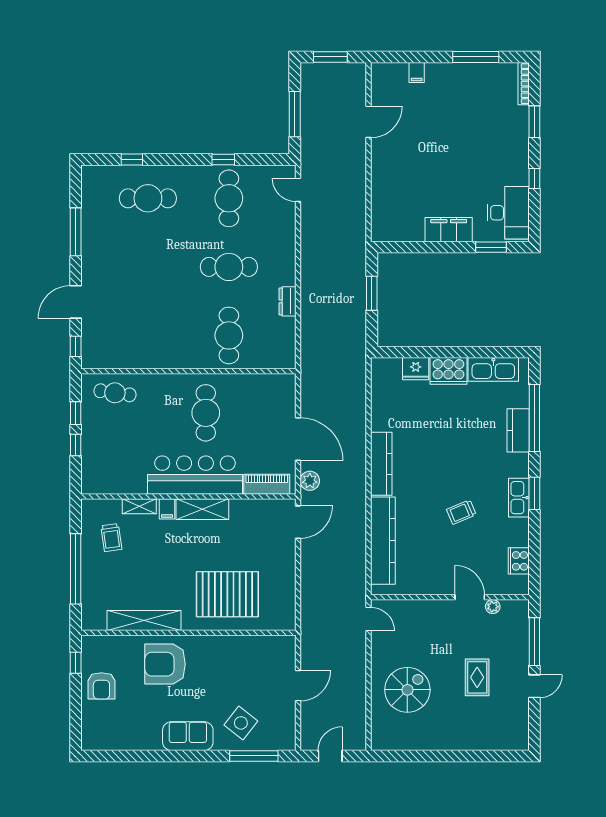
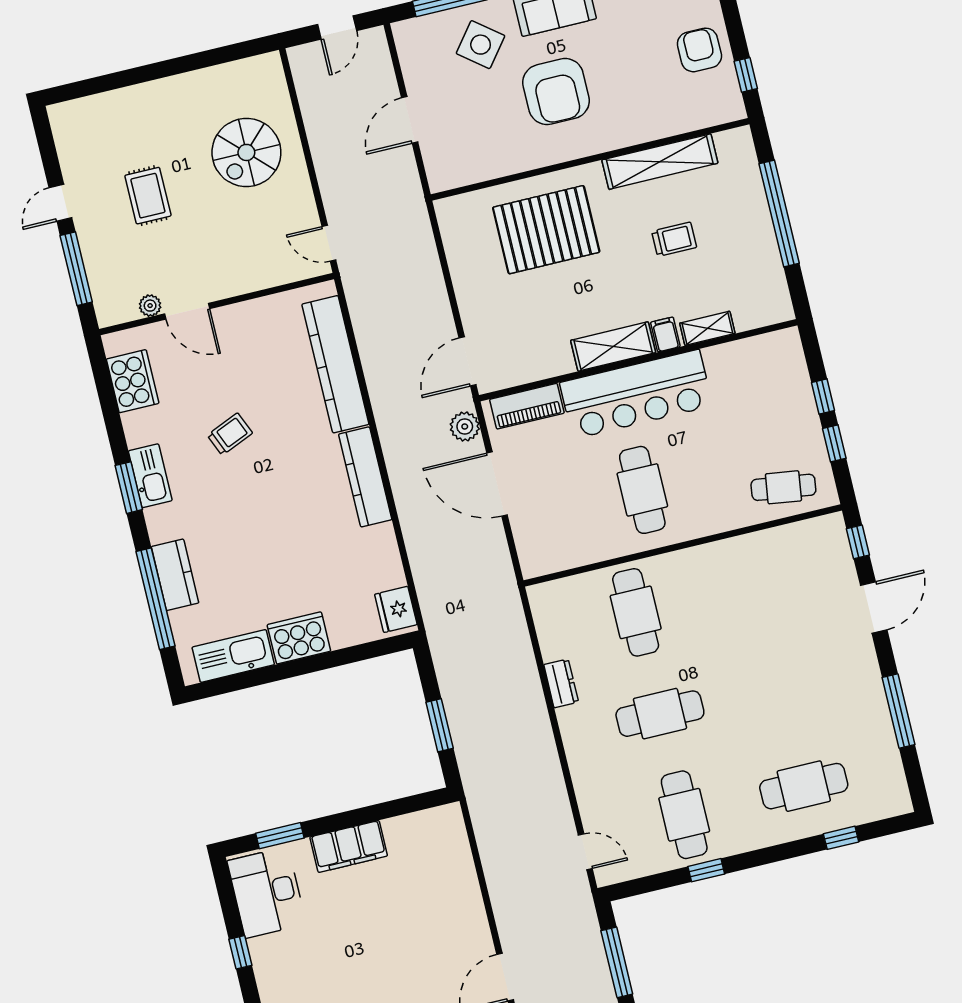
fridge: (416, 369) -> (396, 609), moved, turned -90
trolley: (111, 538) -> (674, 239), moved, turned 98
cooker: (519, 561) -> (133, 381), width x1.37, depth x1.31
armchair: (165, 664) -> (556, 92), moved, turned 90

